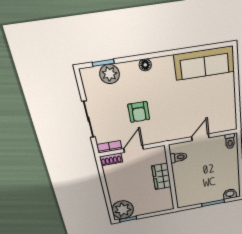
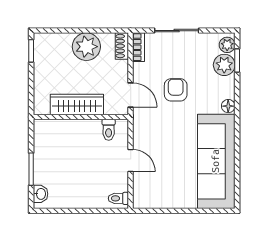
sofa: (204, 63) -> (216, 161), width x1.36, depth x1.27
plant: (91, 74) -> (227, 45), added
armchair: (139, 112) -> (176, 90), turned 90
door: (134, 149) -> (131, 95), moved
wardrobe: (161, 177) -> (77, 104), width x1.50
plant: (123, 210) -> (86, 47), moved

